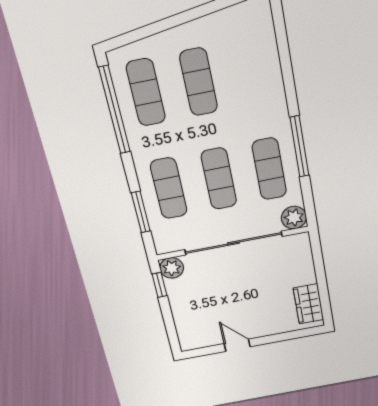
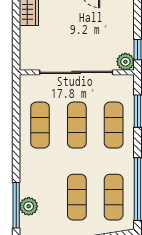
window: (299, 147) -> (16, 205), moved
plant: (294, 218) -> (29, 206), moved

